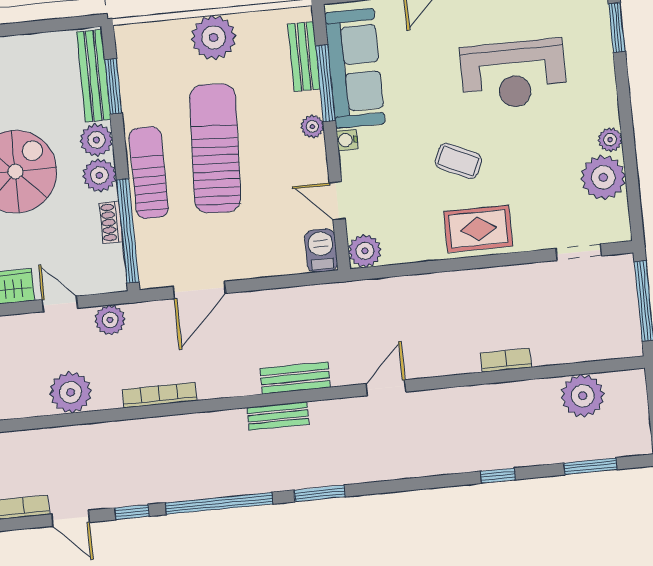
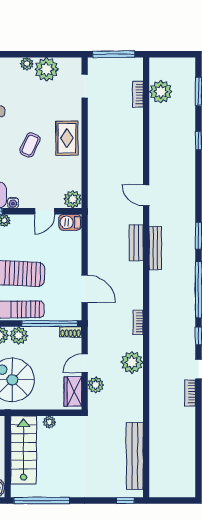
shoe rack: (111, 222) -> (71, 332), moved
plant: (110, 320) -> (96, 385), moved
bookcase: (506, 360) -> (138, 94), moved
bookcase: (159, 395) -> (138, 322), width x0.64
bench: (278, 416) -> (155, 248), width x1.36

